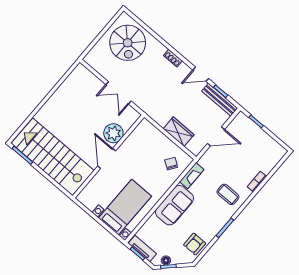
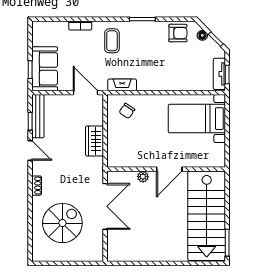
spiral stairs: (128, 43) -> (62, 223), moved
double door: (119, 93) -> (105, 206), width x1.37
wardrobe: (179, 132) -> (94, 141), moved
plant: (113, 133) -> (143, 177), width x0.53, depth x0.53
door: (216, 136) -> (85, 93), moved
sofa: (174, 205) -> (45, 69), moved, turned 90
floor lamp: (166, 260) -> (202, 35), moved

